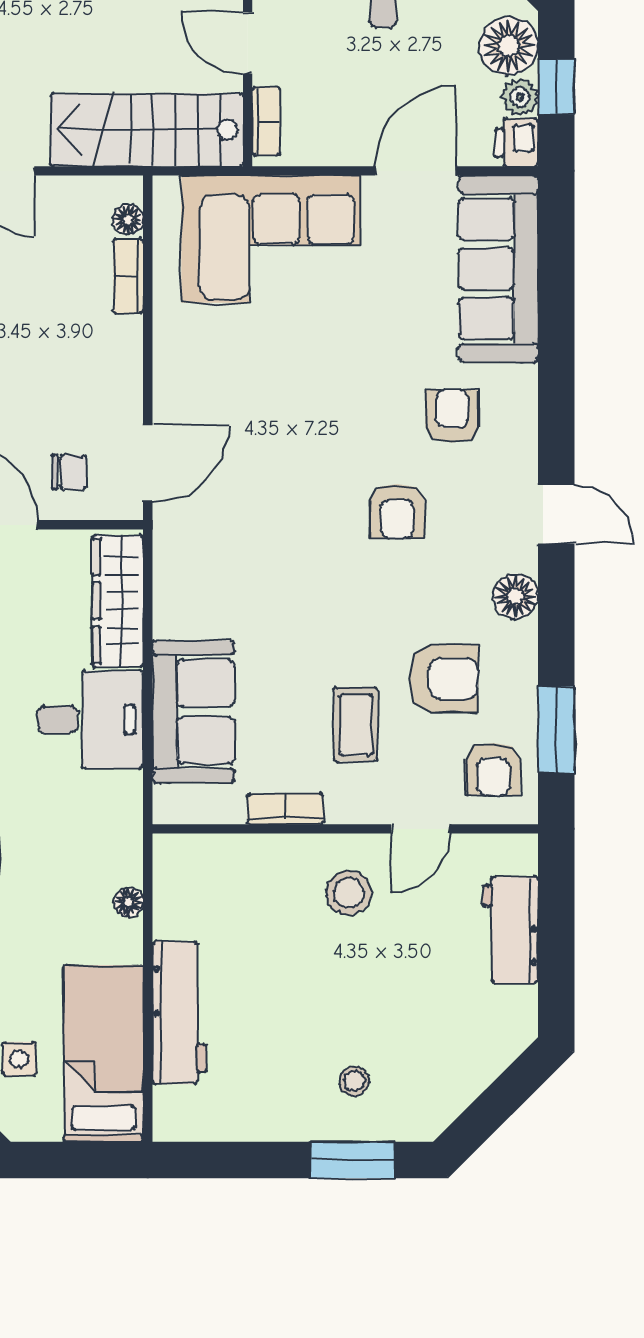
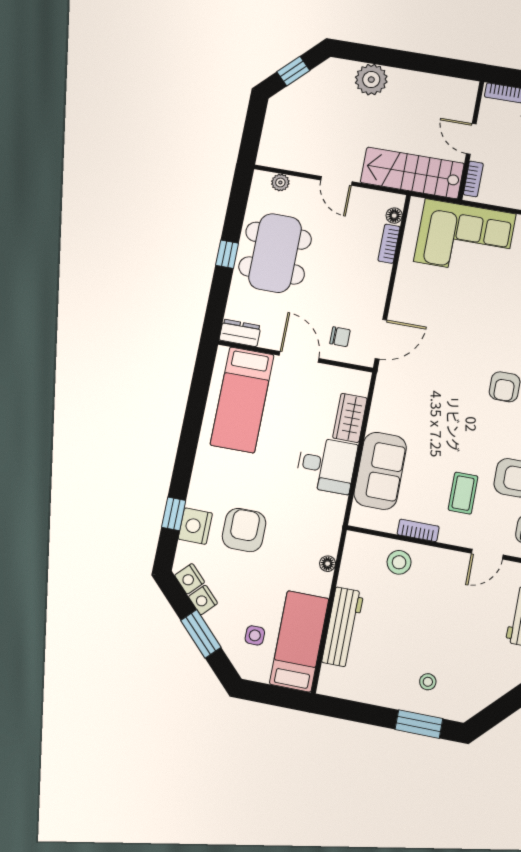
wardrobe: (118, 601) -> (350, 418), width x0.67
stool: (349, 893) -> (399, 562), moved

